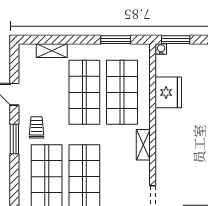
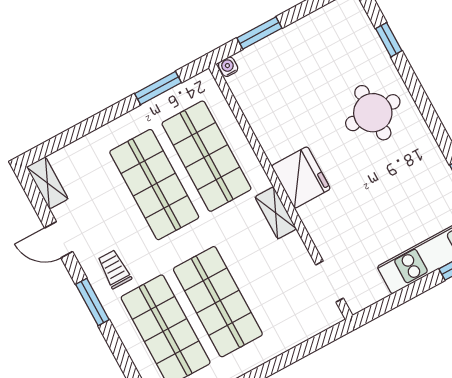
window: (176, 40) -> (259, 33), moved
shelving: (52, 51) -> (47, 183), moved, turned 90
fridge: (168, 92) -> (301, 177), moved

